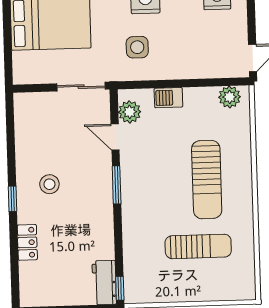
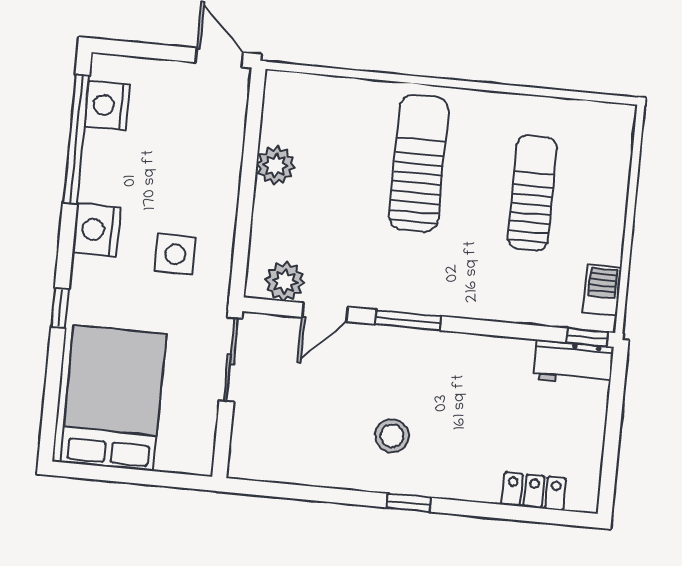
plant: (230, 97) -> (276, 165), moved
barbecue: (168, 98) -> (602, 290), moved, turned 180
sun lounger: (207, 180) -> (419, 163), turned -90
locker: (27, 242) -> (534, 491), moved

